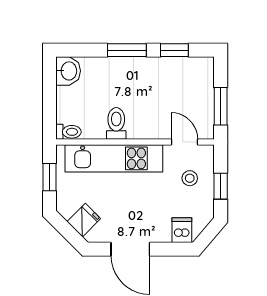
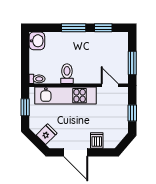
stool: (190, 178) -> (113, 108), removed
dishwasher: (182, 230) -> (97, 140), moved

